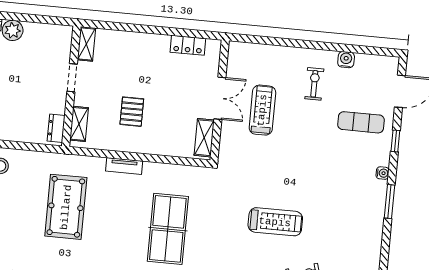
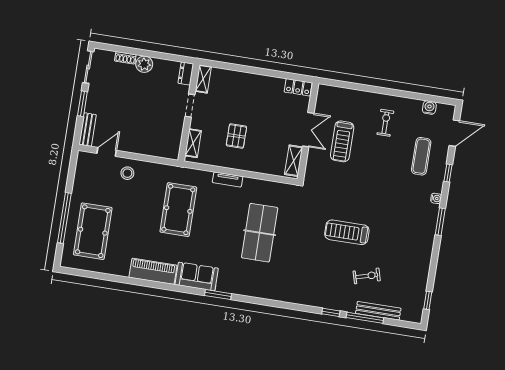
locker: (188, 45) -> (298, 87), moved
water cooler: (346, 60) -> (429, 107), moved
treadmill: (262, 110) -> (342, 141), turned 180
exercise mat: (361, 122) -> (421, 156), turned 90
dresser: (56, 128) -> (186, 74), moved
treadmill: (275, 222) -> (347, 232), turned 180

